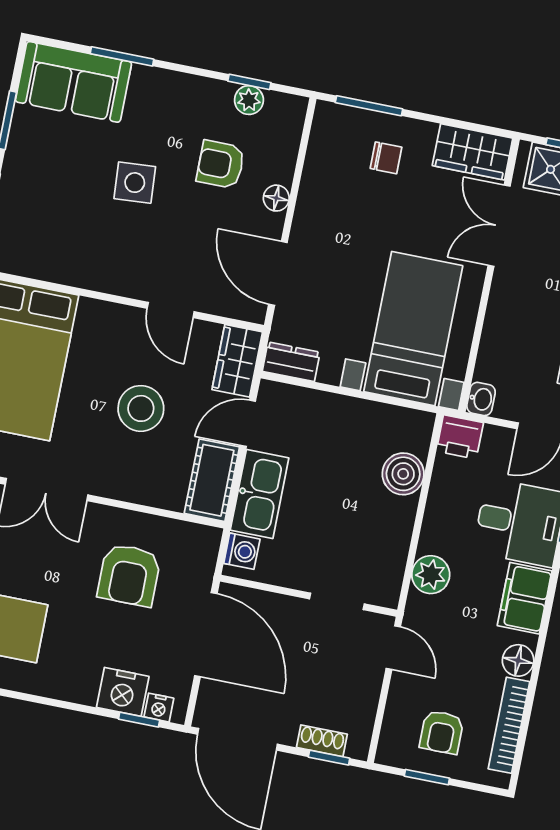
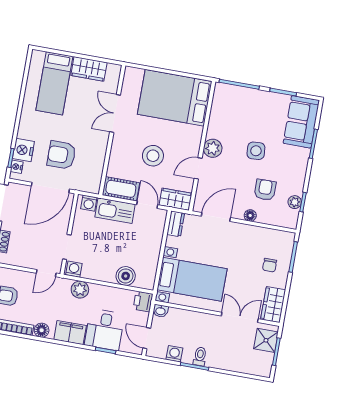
plant: (127, 277) -> (213, 148), added
armchair: (129, 575) -> (61, 155), moved
washing machine: (386, 587) -> (74, 269), added

